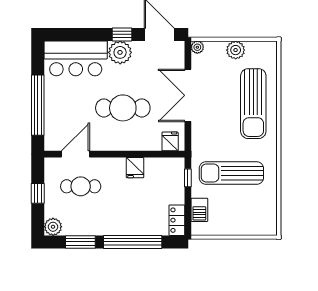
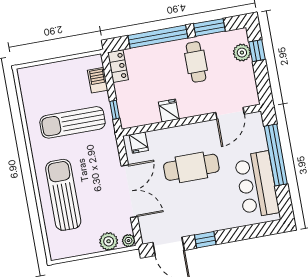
plant: (236, 50) -> (109, 241), moved
plant: (120, 52) -> (204, 222), removed
bar counter: (76, 58) -> (257, 185), moved, turned -90
sun lounger: (231, 173) -> (73, 122), turned 180
cafe table: (81, 186) -> (196, 62), moved, turned 90
window: (38, 193) -> (257, 51), moved
plant: (53, 227) -> (242, 53), moved

